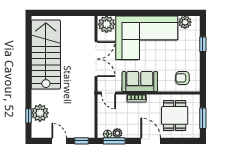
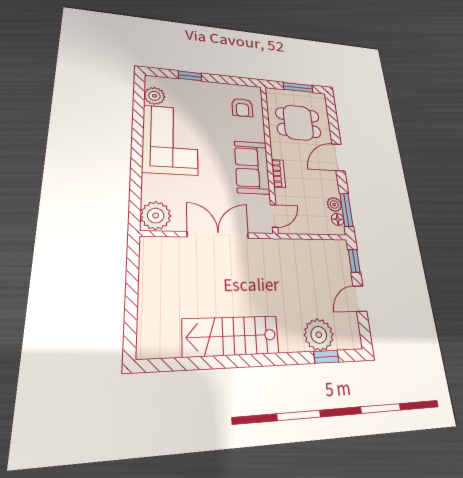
corner sofa: (147, 38) -> (170, 140), width x0.73, depth x0.74
stairs: (46, 55) -> (231, 336), width x0.73, depth x0.66

